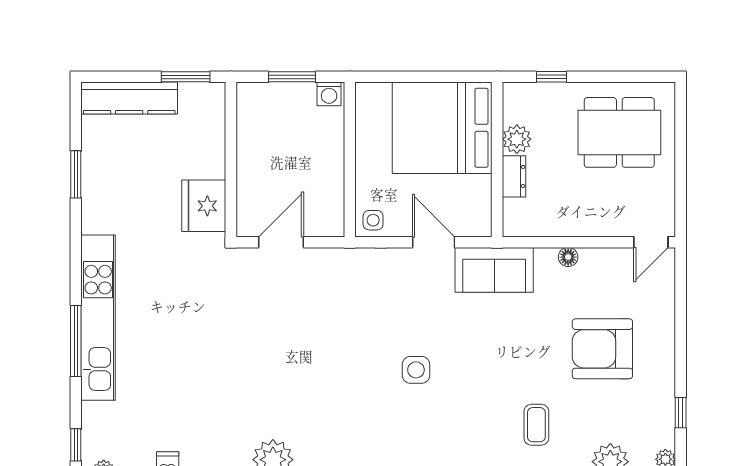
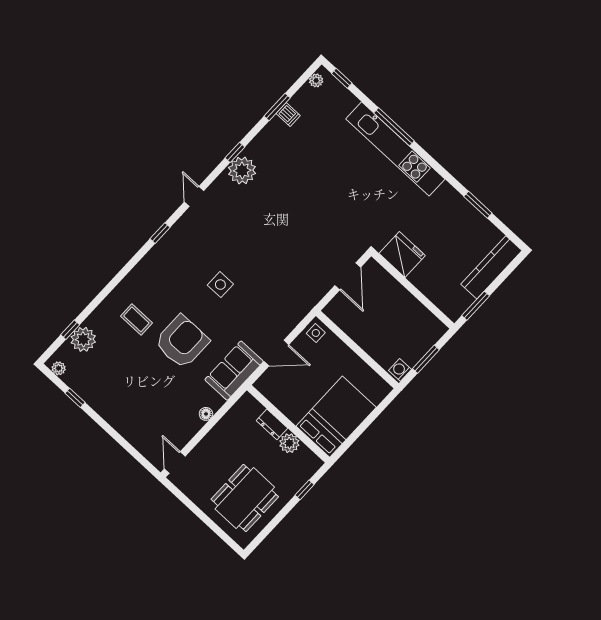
bed: (442, 128) -> (336, 417), width x0.73
armchair: (602, 349) -> (182, 342), moved

